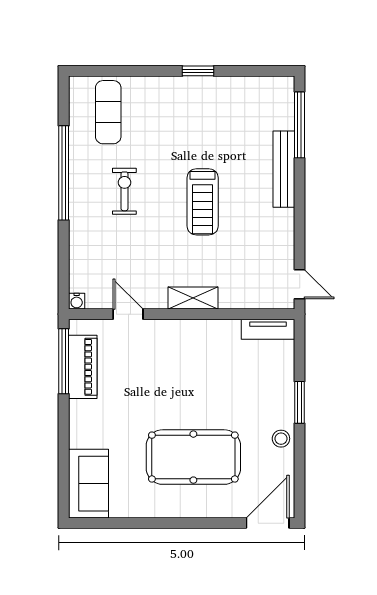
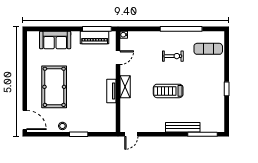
tv unit: (268, 329) -> (111, 91), moved
sofa: (88, 484) -> (55, 40), moved

